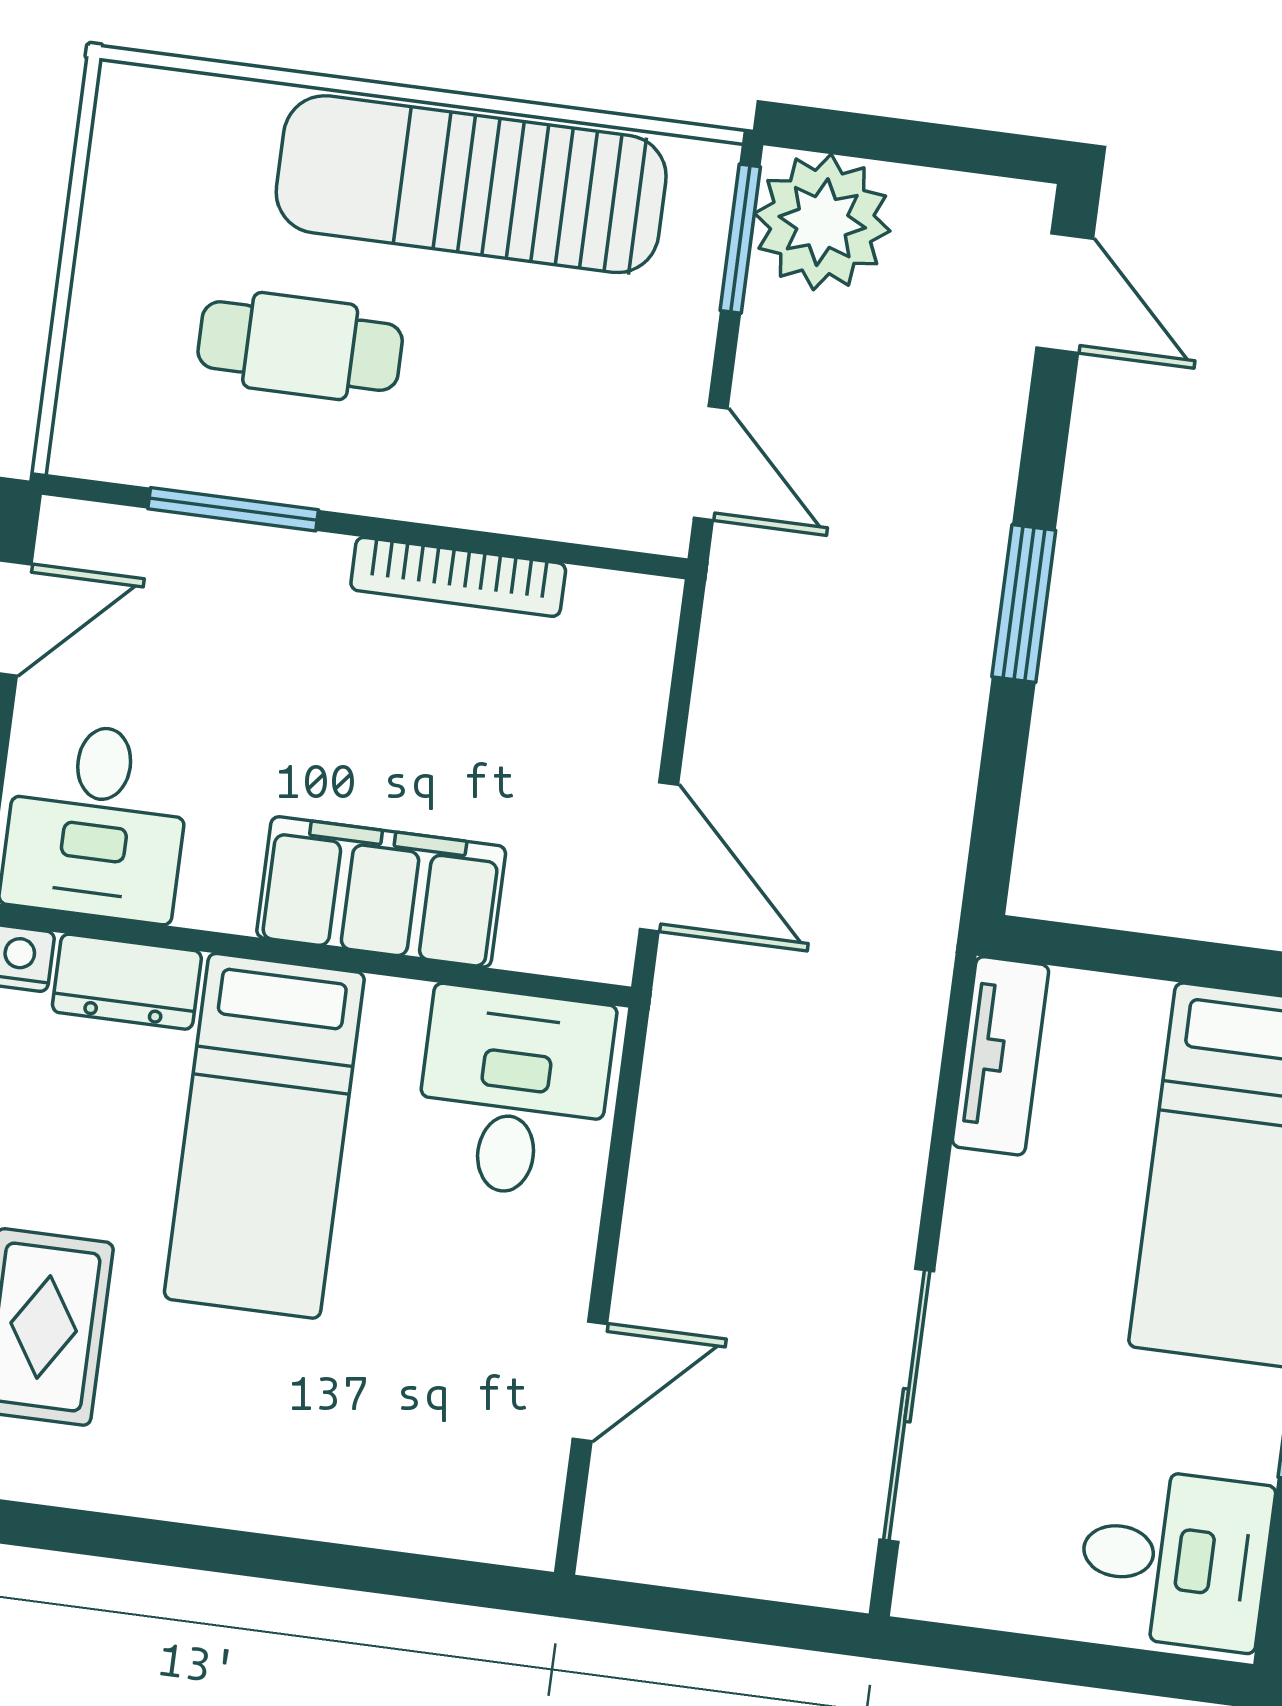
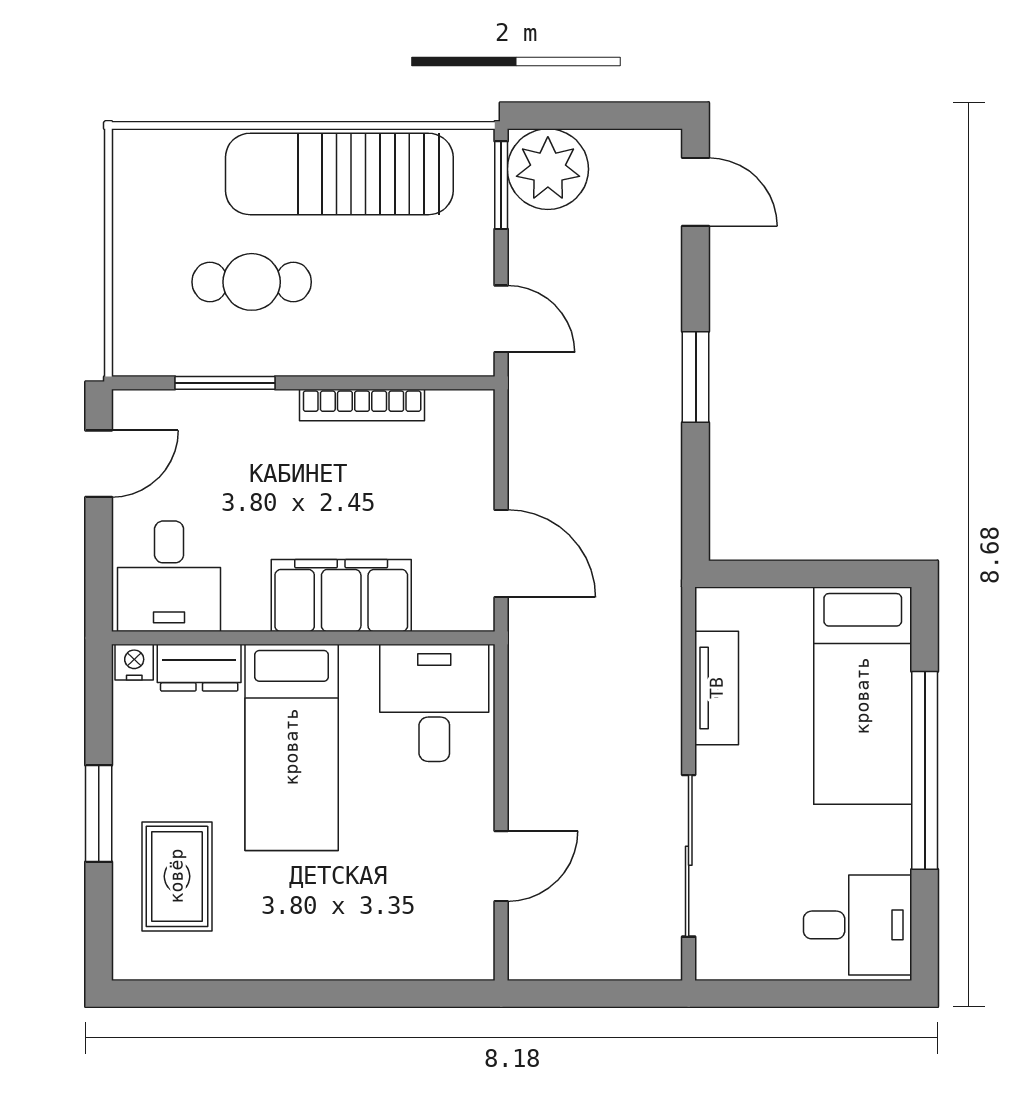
tv unit: (1000, 1056) -> (717, 688), moved

